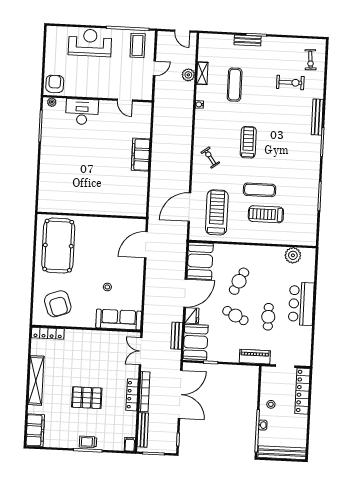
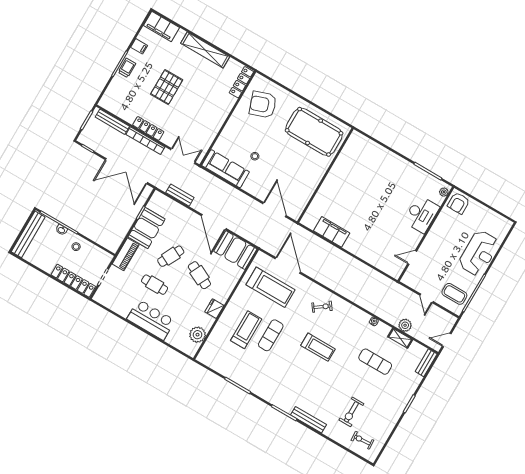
bench: (248, 40) -> (426, 363), moved
armchair: (55, 84) -> (459, 203), turned 90
filing cabinet: (141, 155) -> (332, 232), moved
fridge: (192, 316) -> (214, 309), moved, turned 90
sofa: (119, 319) -> (226, 169), moved, turned -90
booth: (196, 342) -> (147, 228), moved, turned 90
filing cabinet: (130, 444) -> (139, 46), moved

